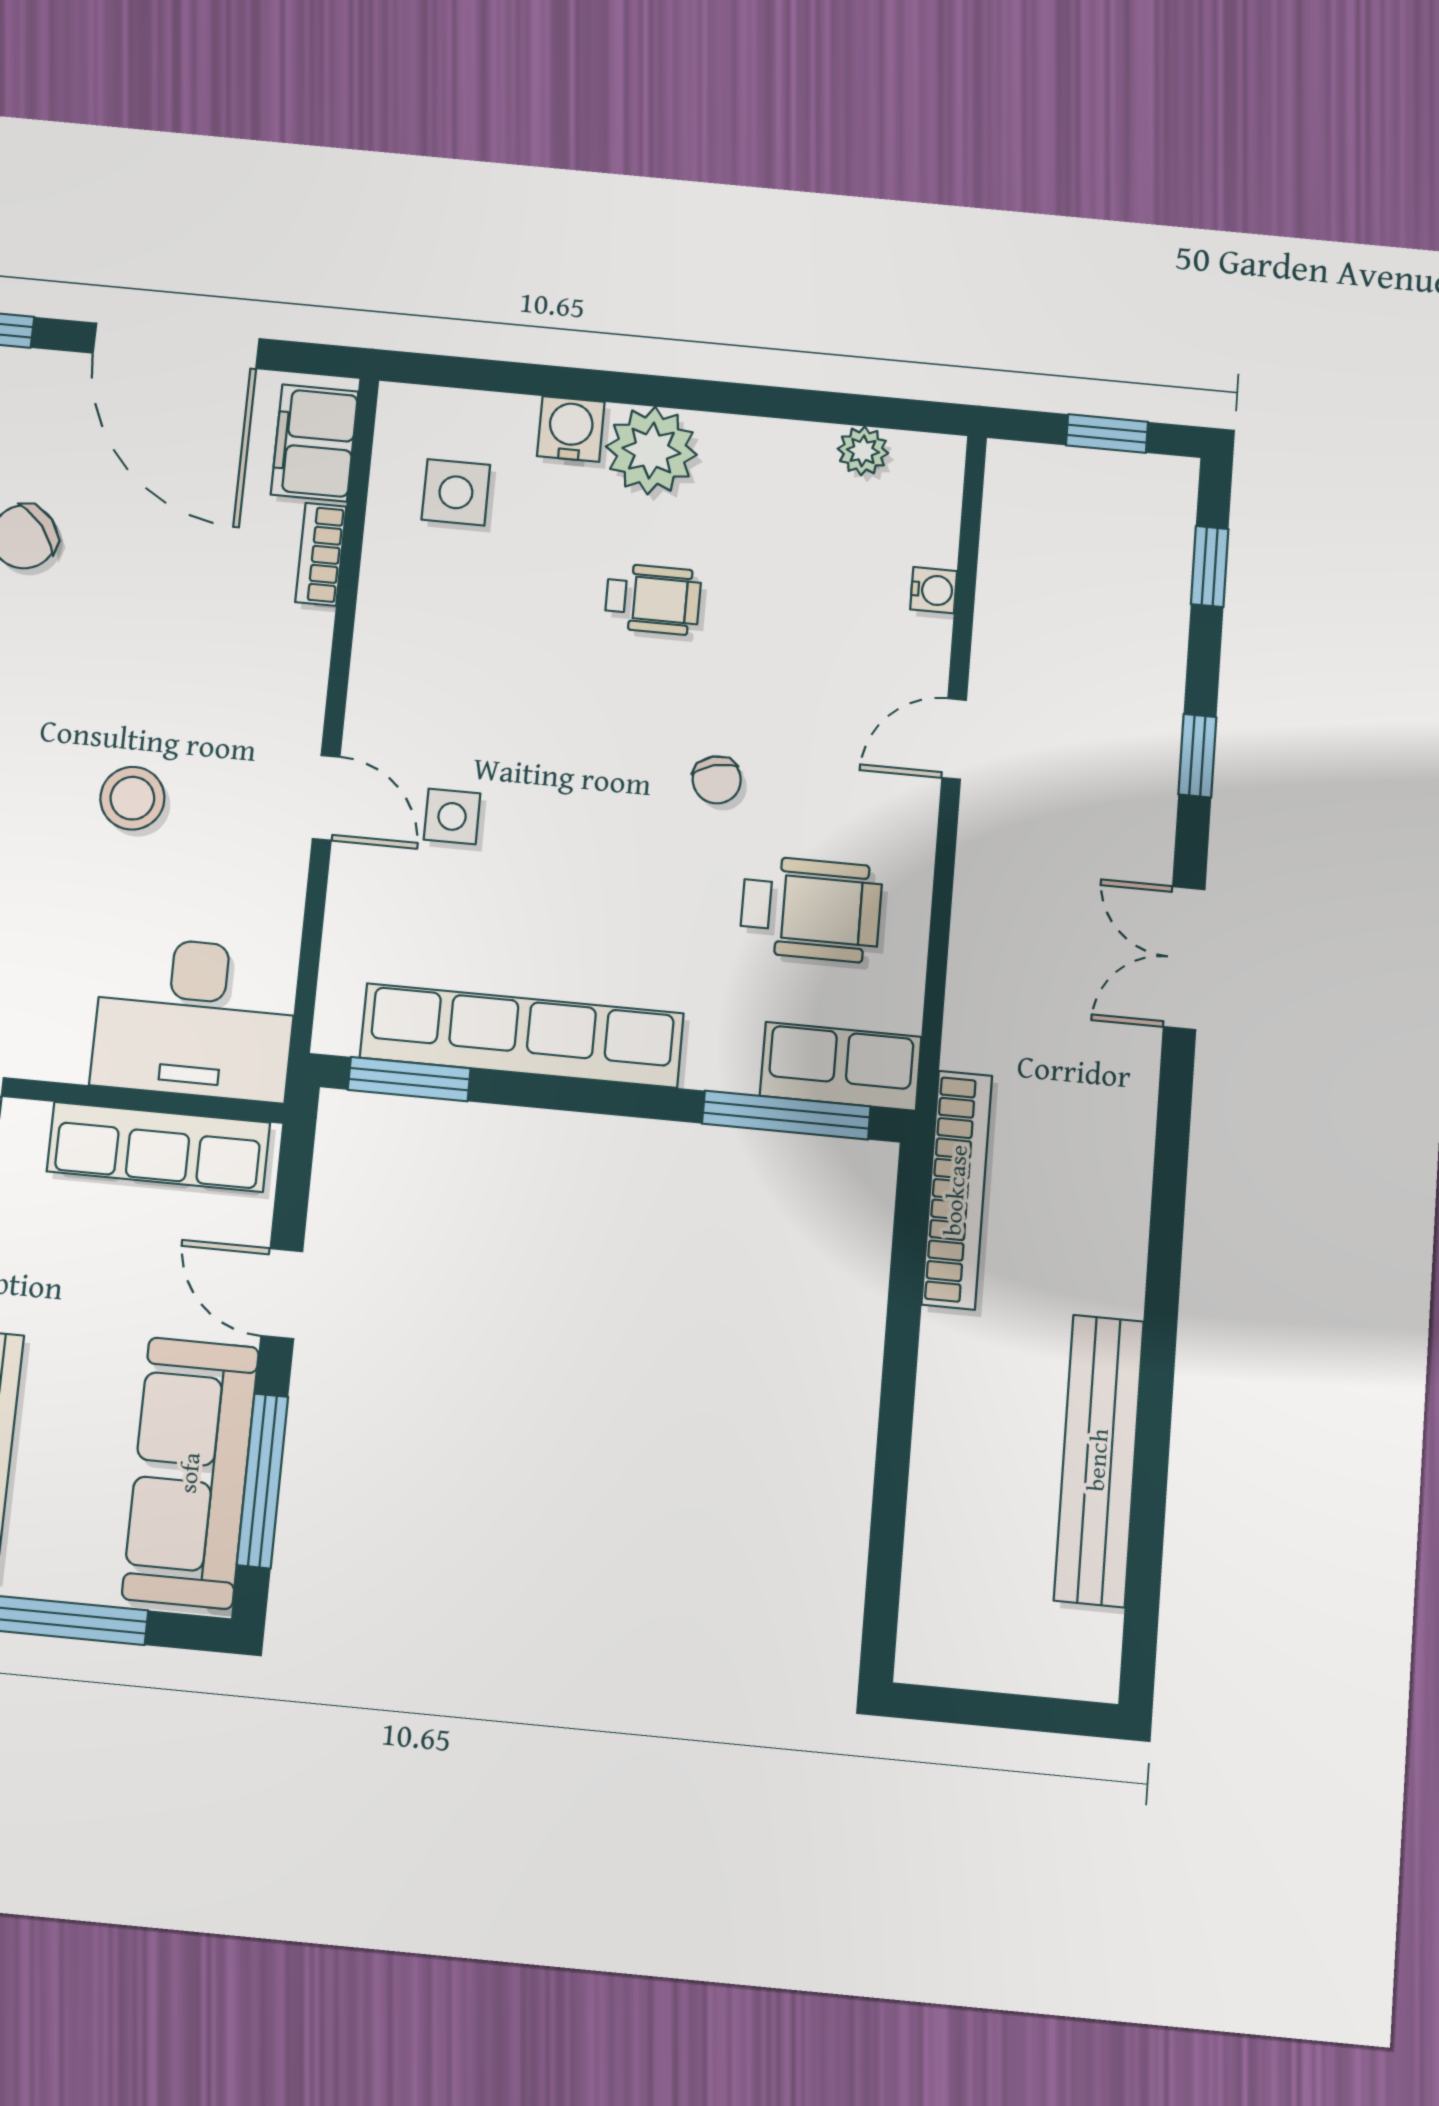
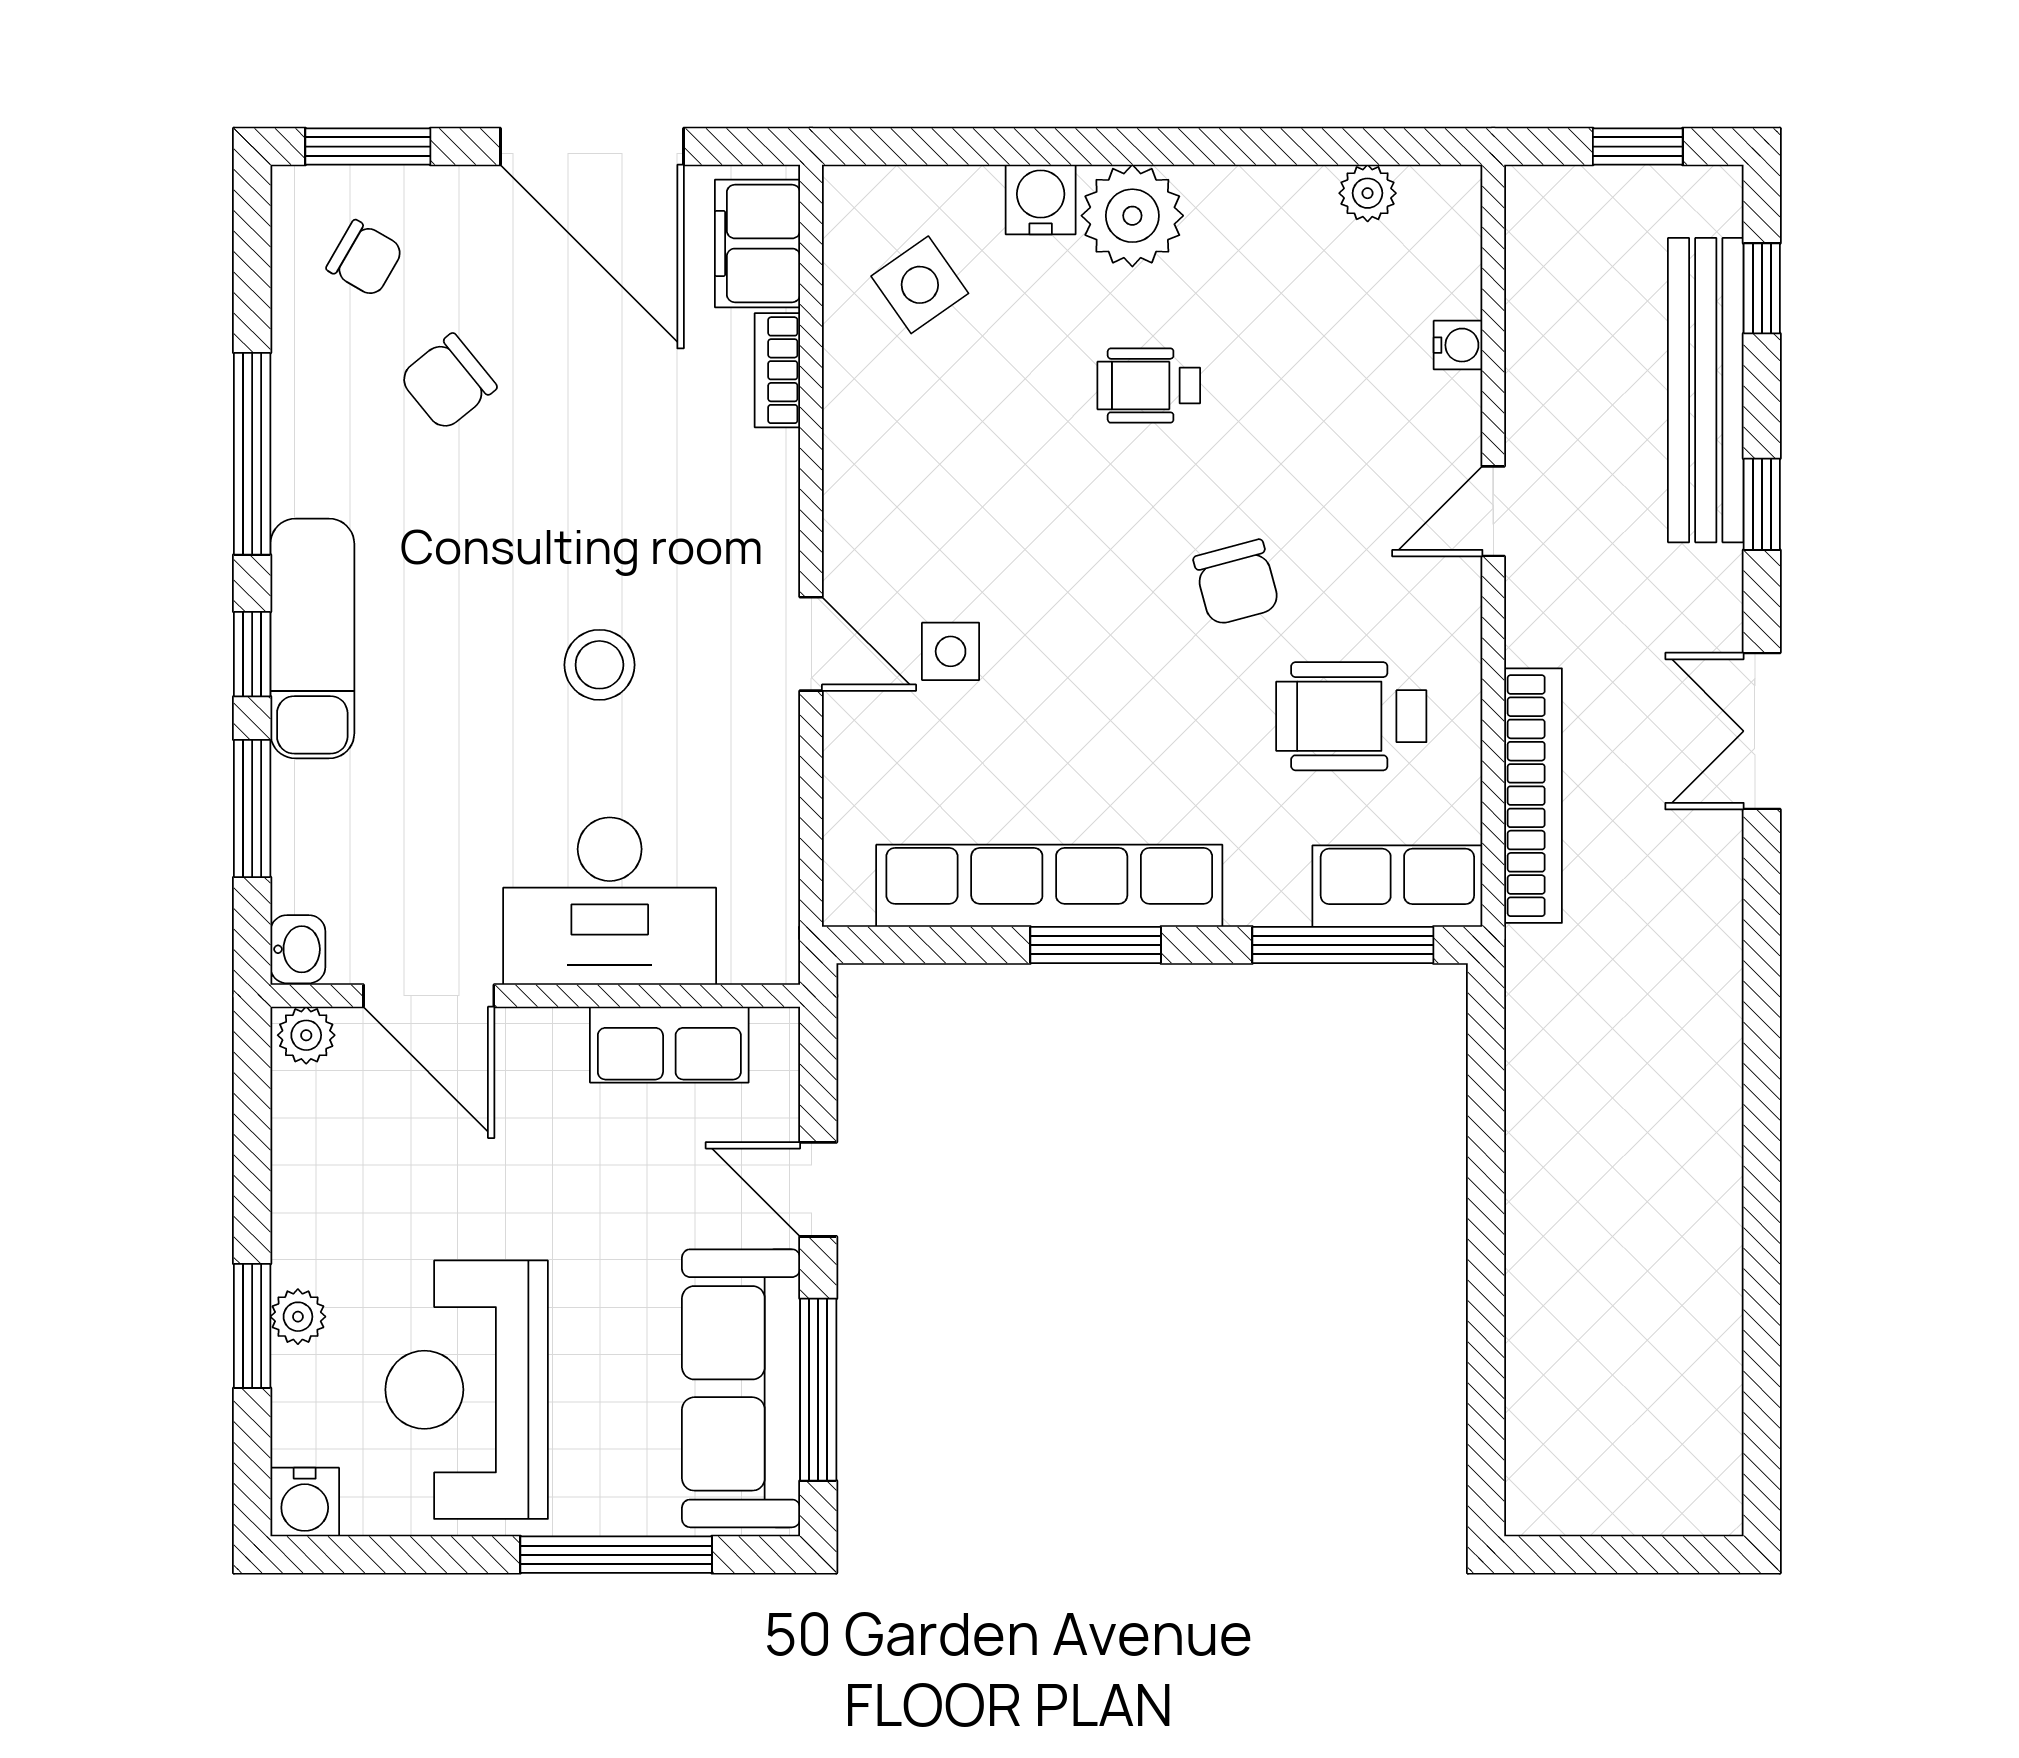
side table: (456, 492) -> (920, 285), turned -35
wheelchair: (653, 599) -> (1149, 386), turned 180
chair: (717, 780) -> (1236, 582), width x1.37, depth x1.37
wheelchair: (811, 909) -> (1351, 716), turned 180
desk: (195, 1018) -> (610, 901), moved
window: (409, 1079) -> (1096, 945), moved
row of seats: (158, 1147) -> (669, 1045), width x0.68
bookcase: (957, 1190) -> (1533, 796), moved
bench: (1099, 1460) -> (1706, 390), moved

